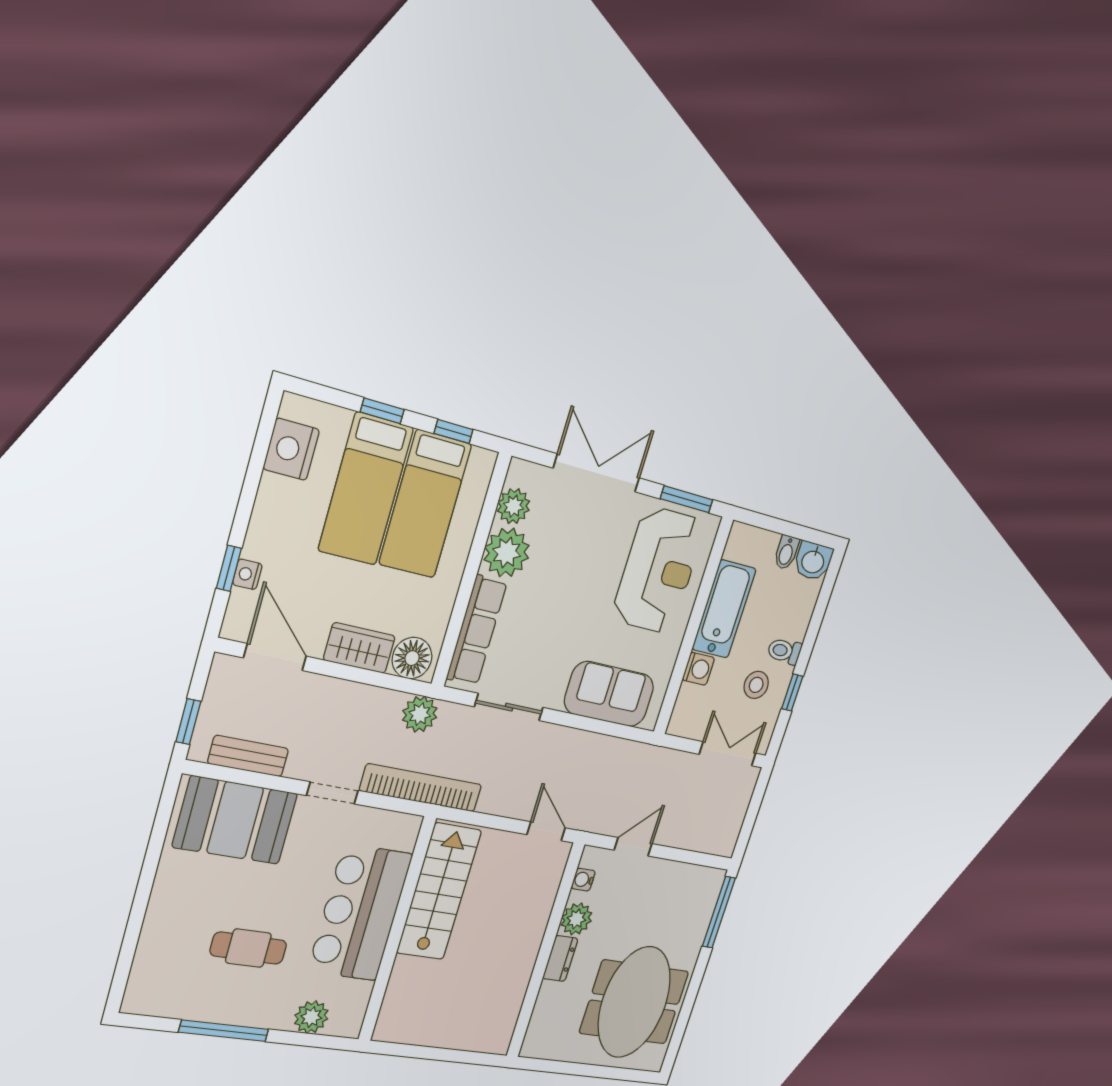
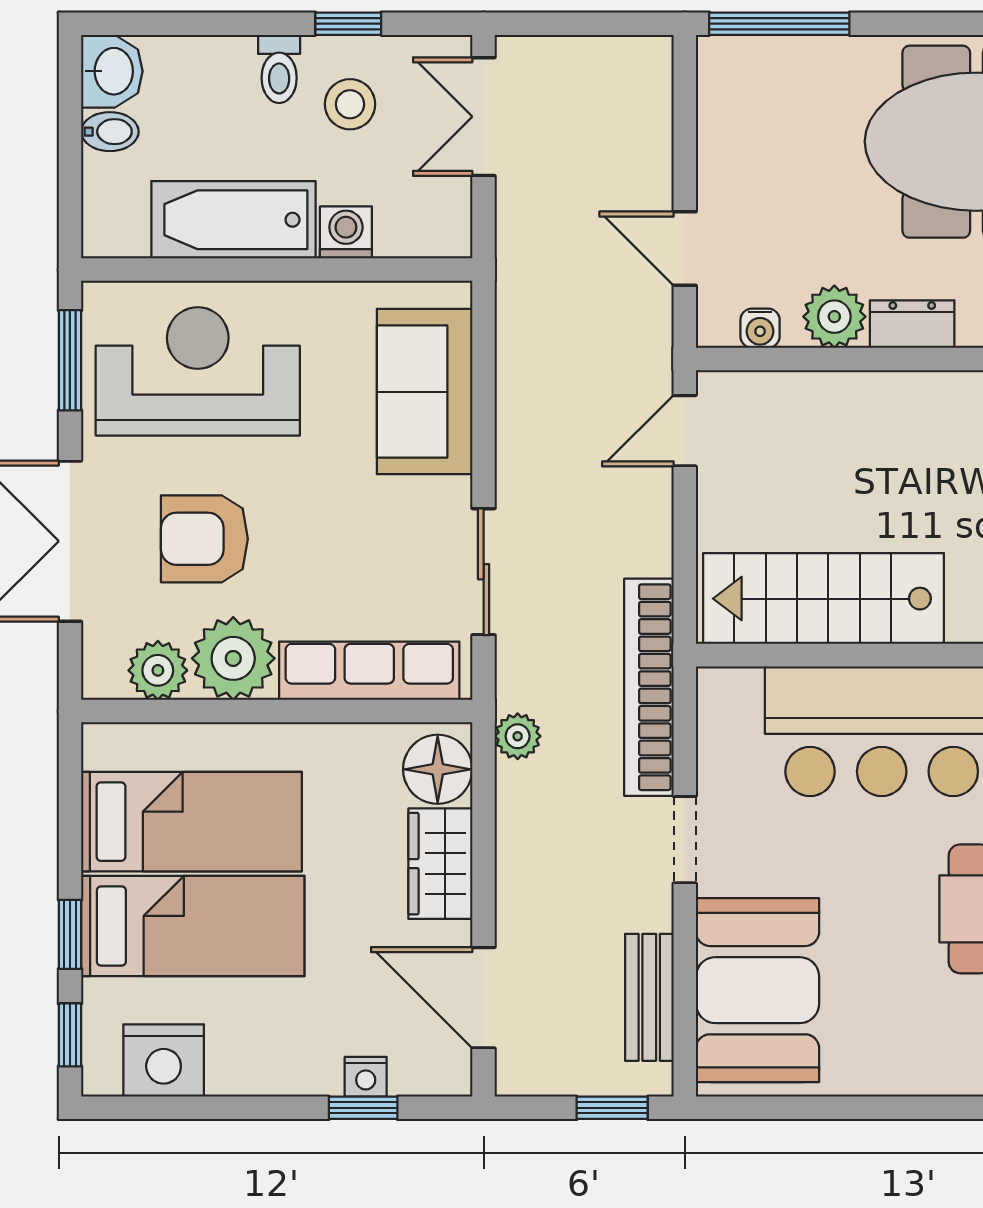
window: (454, 431) -> (70, 1035), moved
armchair: (574, 552) -> (204, 539), added
door: (275, 657) -> (484, 998), hinge flipped
plant: (420, 714) -> (518, 736), width x0.73, depth x0.73

